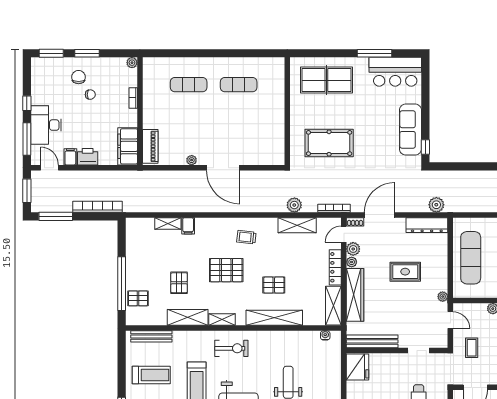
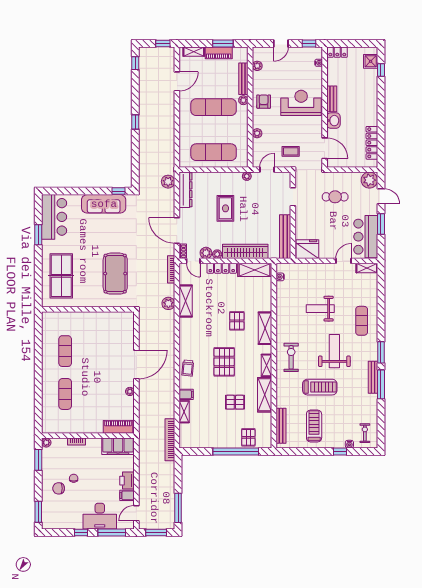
window: (87, 53) -> (38, 460), moved
window: (375, 53) -> (38, 235), width x0.69
bookcase: (97, 207) -> (170, 440), moved
trolley: (246, 237) -> (188, 368), moved
shelving: (274, 318) -> (265, 328), width x0.68

